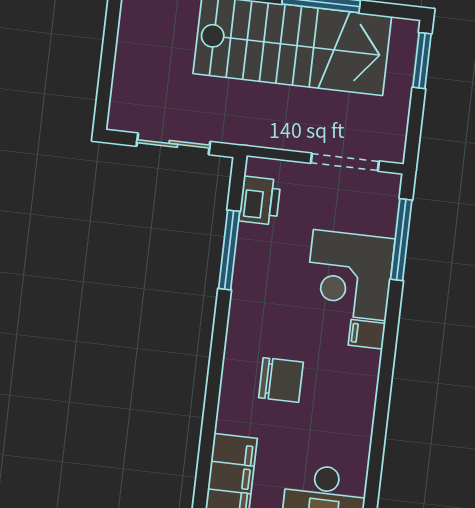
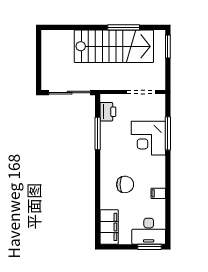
sliding door: (173, 144) -> (70, 93), width x1.37
window: (401, 240) -> (168, 133), moved
filing cabinet: (367, 334) -> (158, 193), moved

